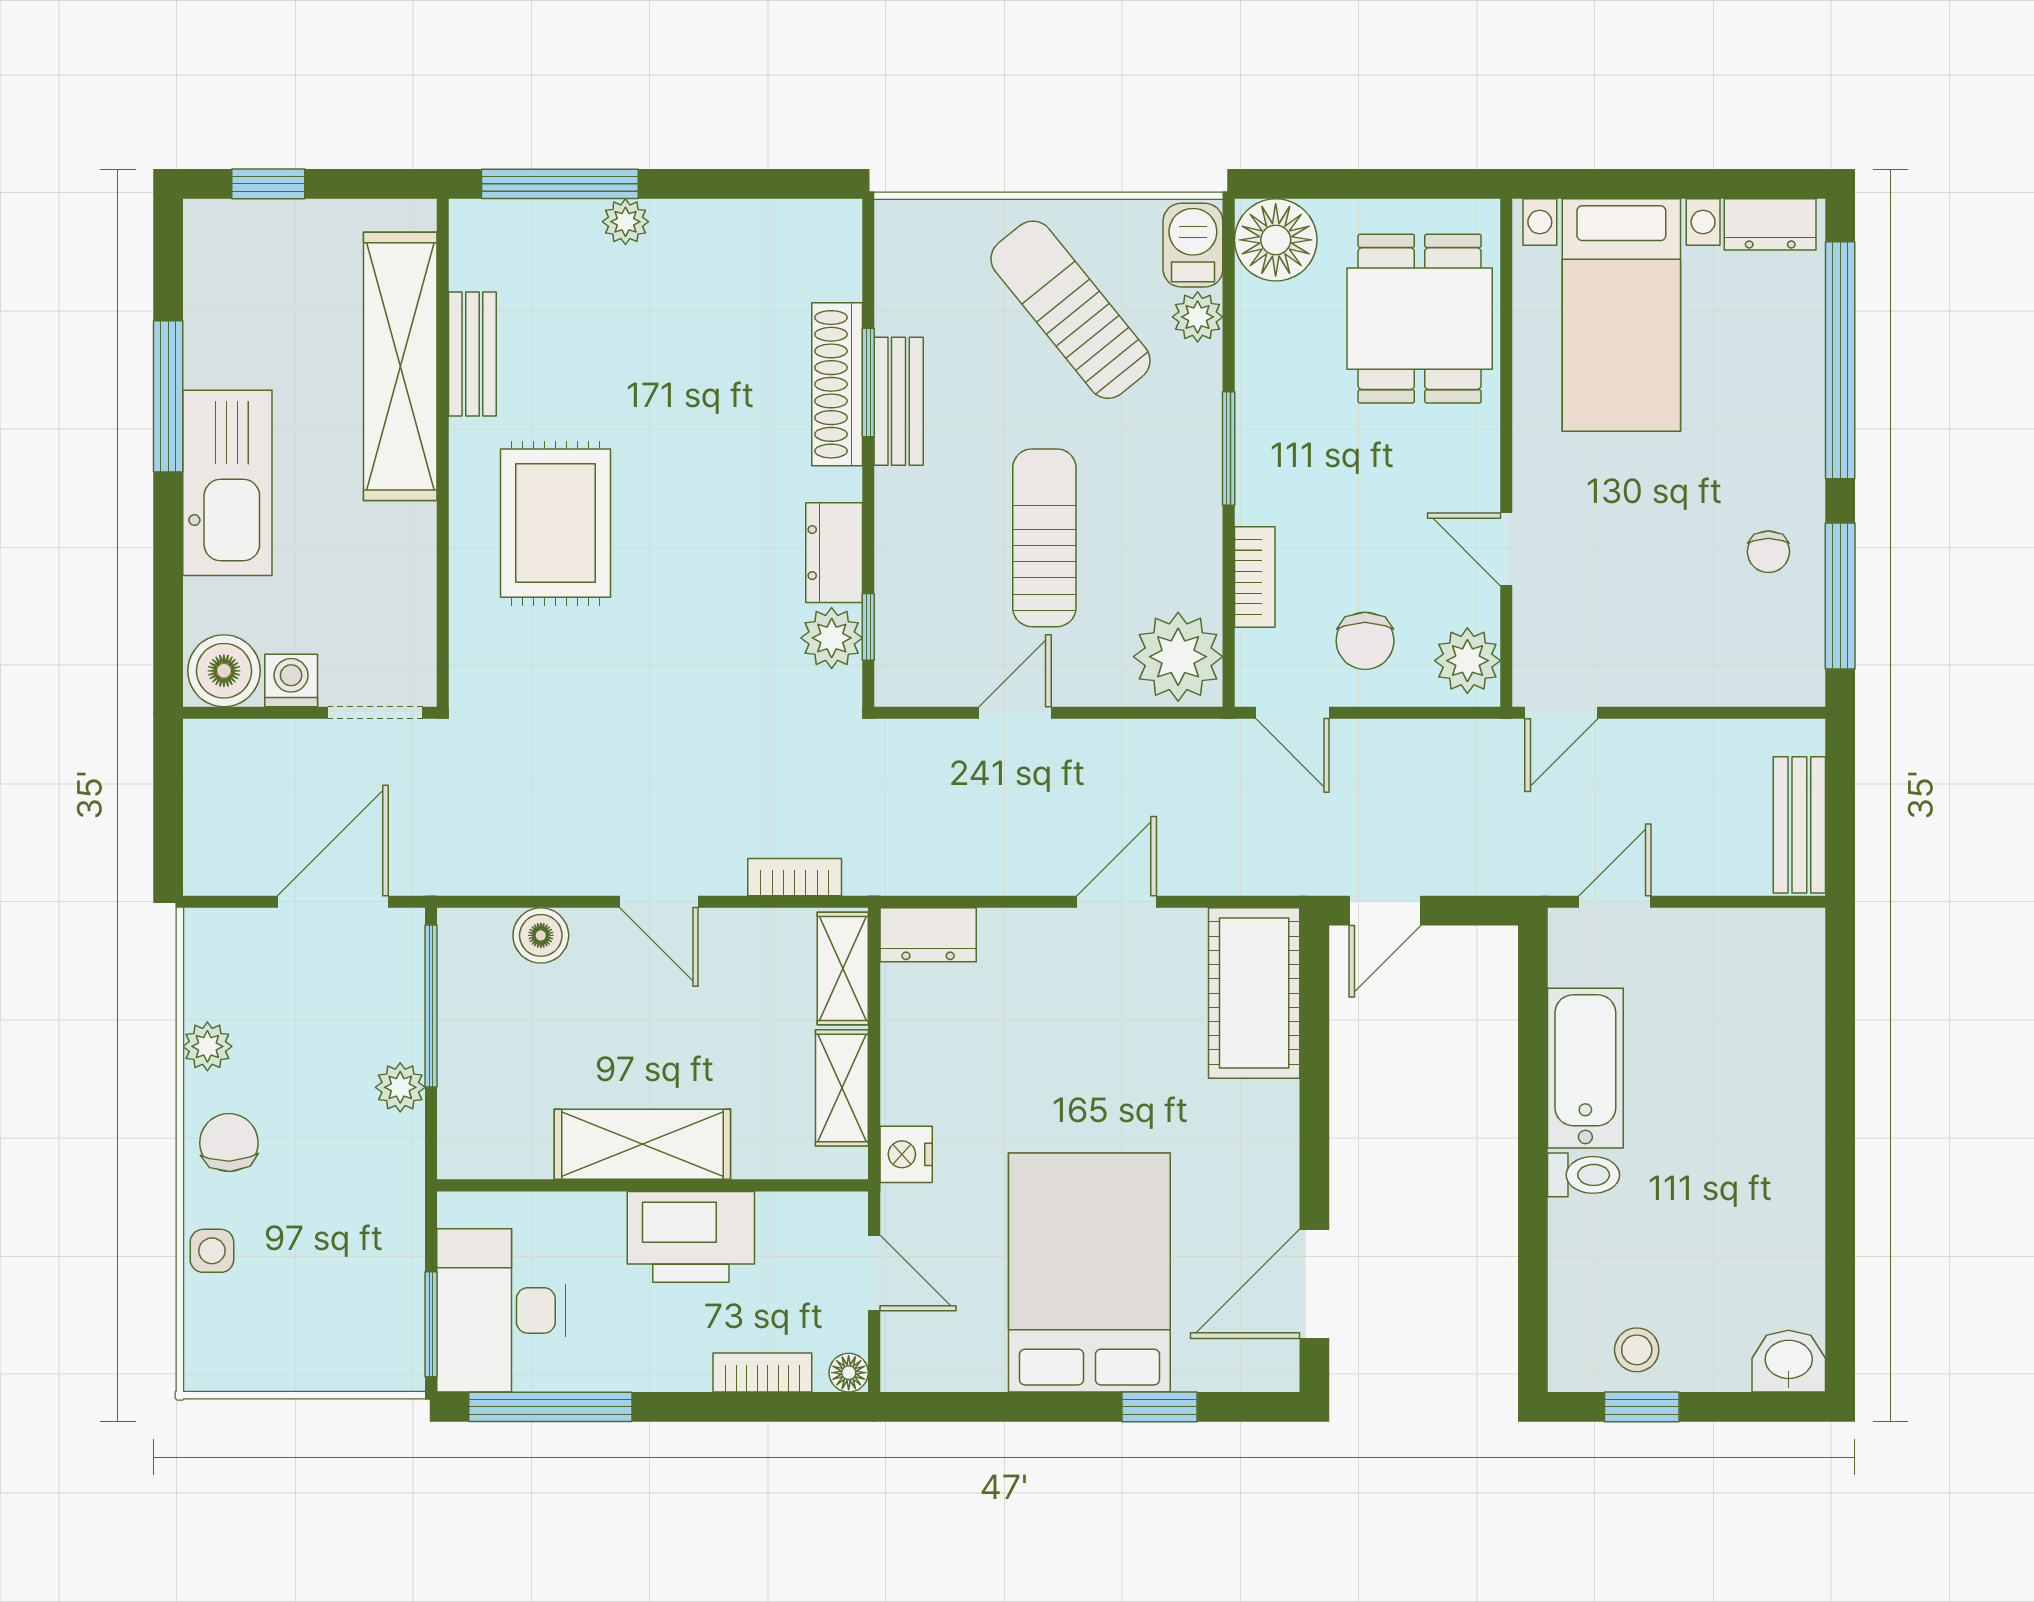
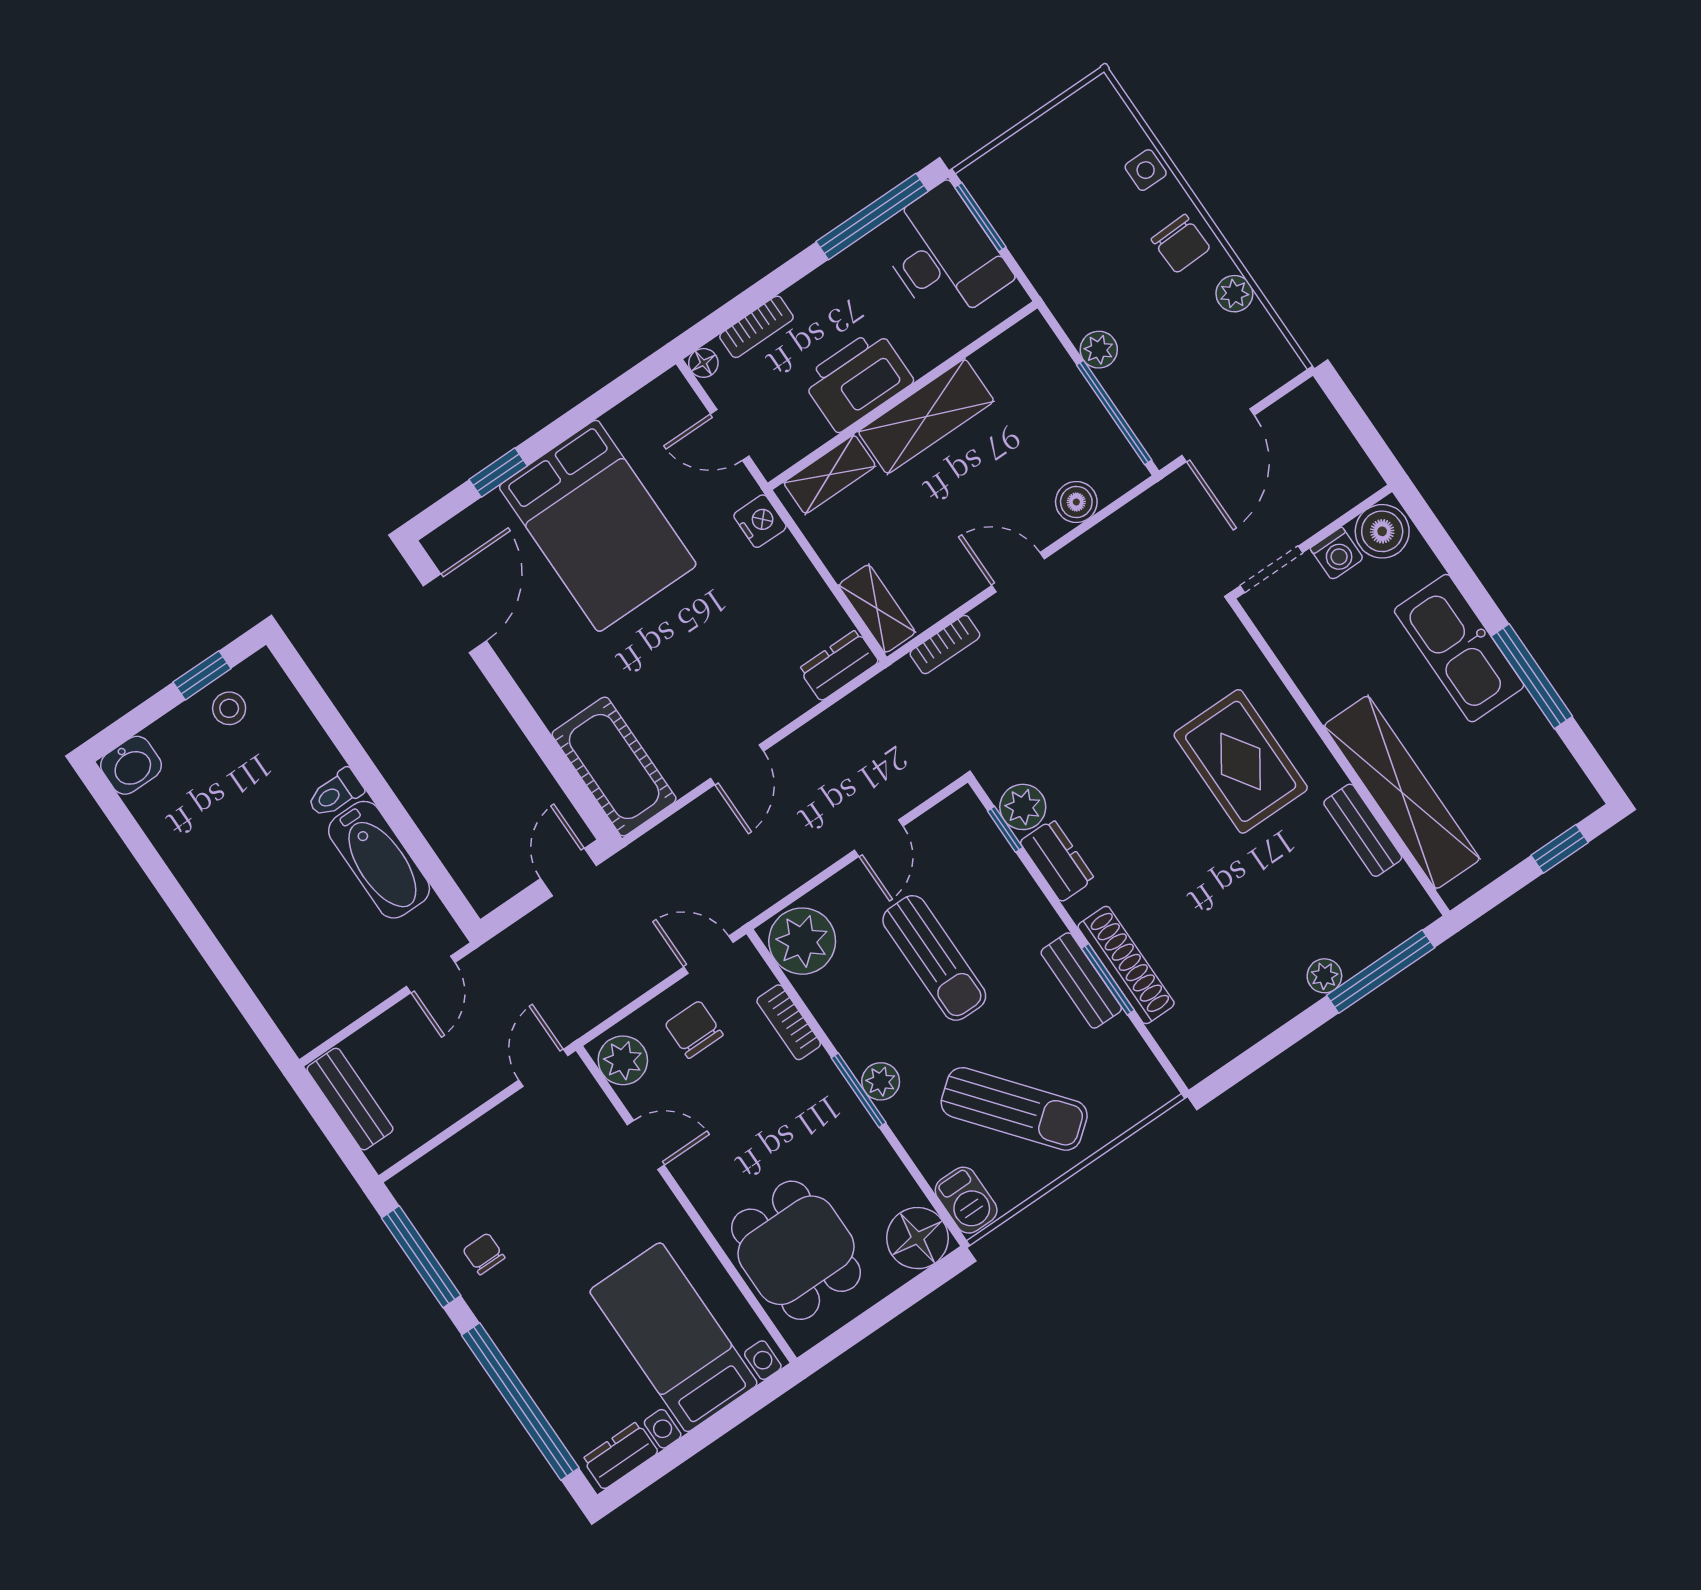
plant: (1198, 317) -> (881, 1081), moved
shelving: (842, 1088) -> (830, 474), moved, turned 90

